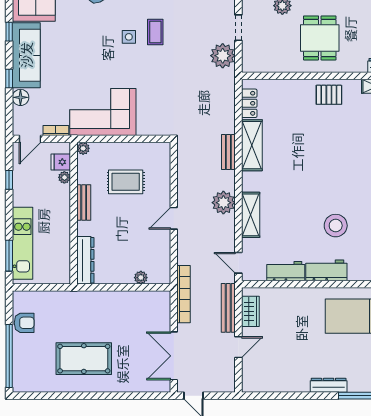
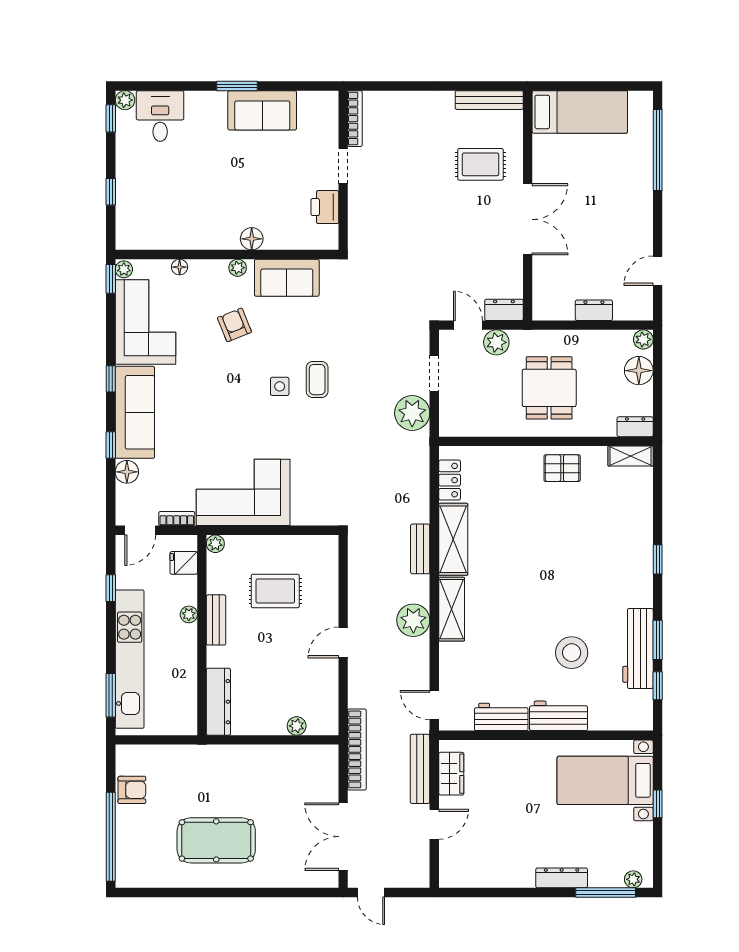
plant: (64, 177) -> (189, 614), moved
shelving: (251, 215) -> (452, 609), moved
kitchen unit: (22, 243) -> (130, 659), width x1.36

